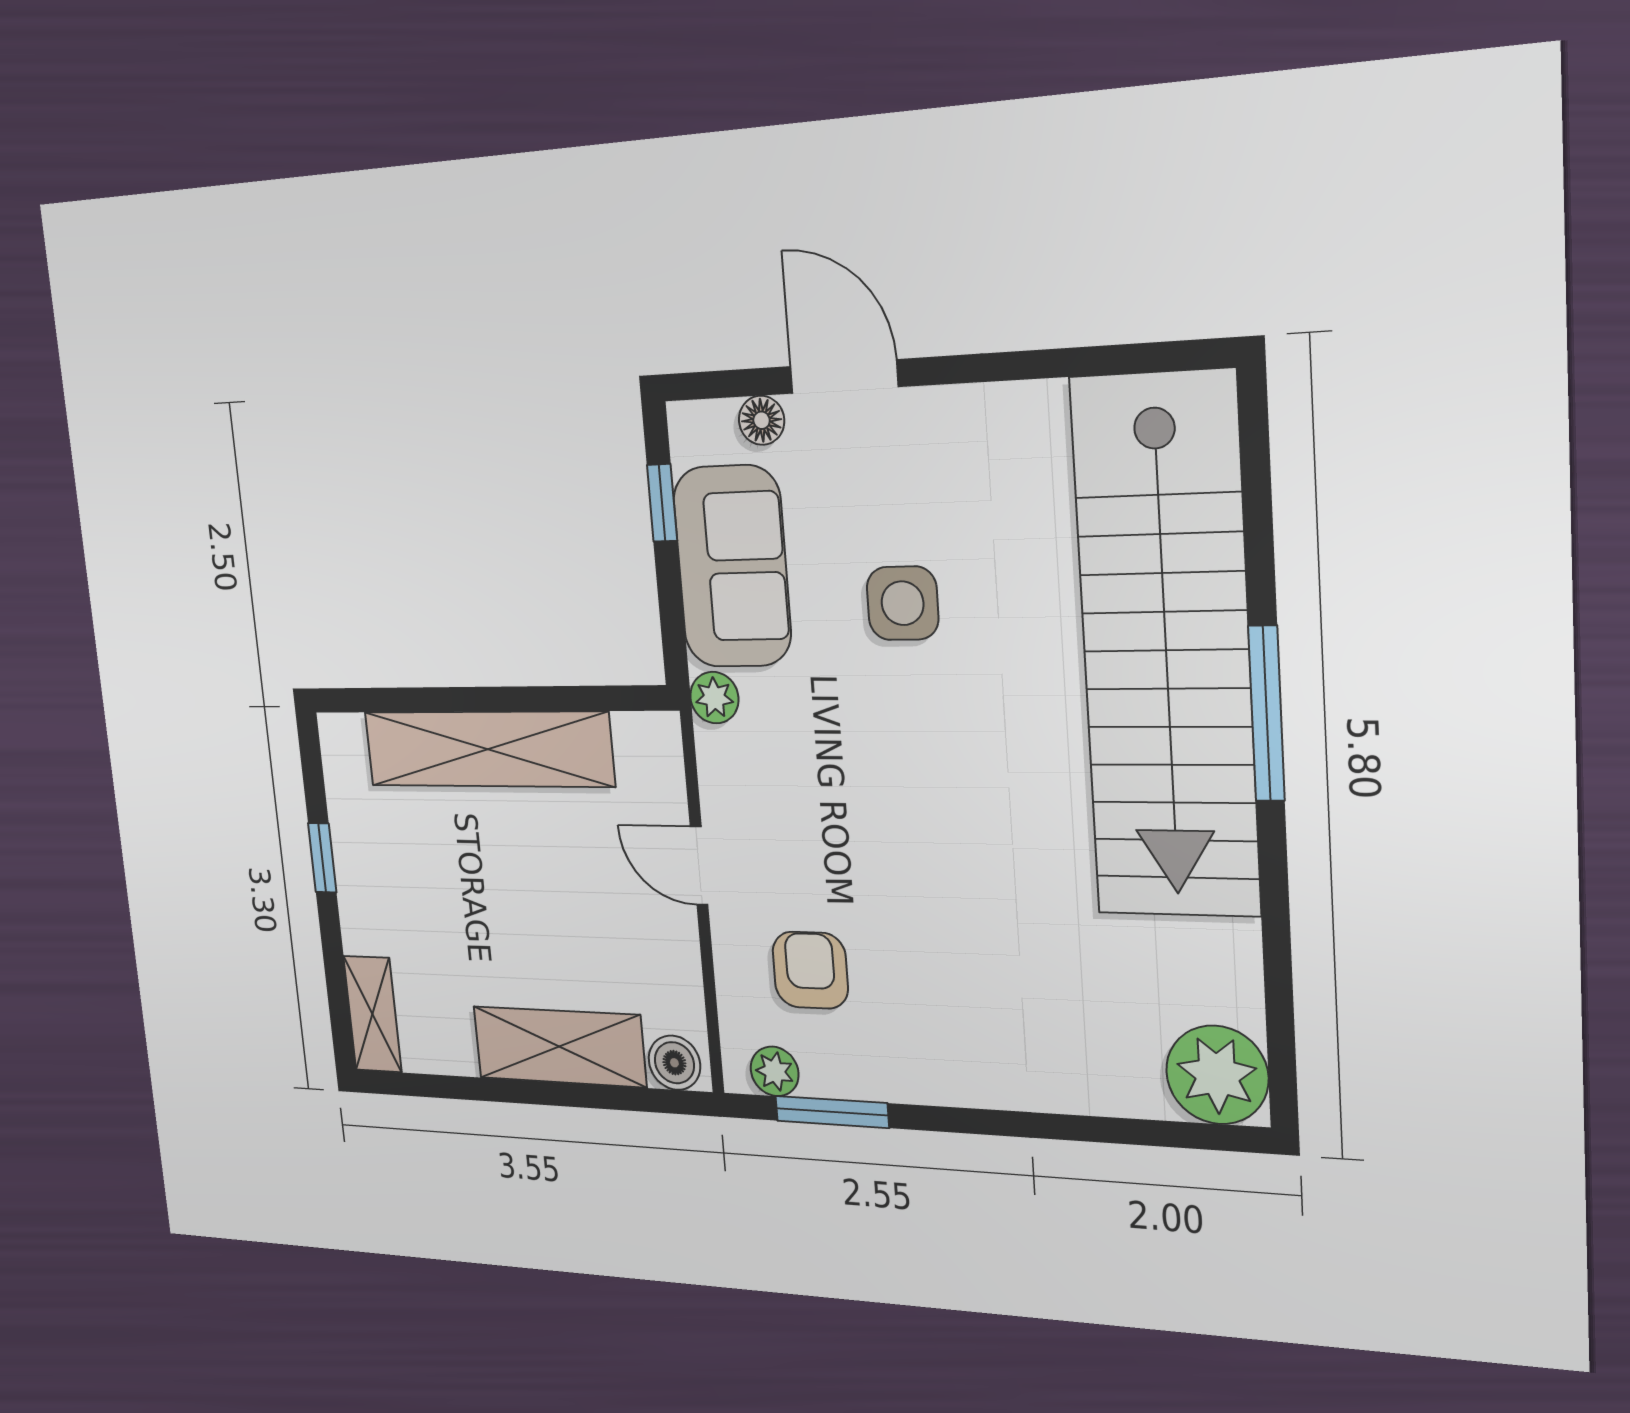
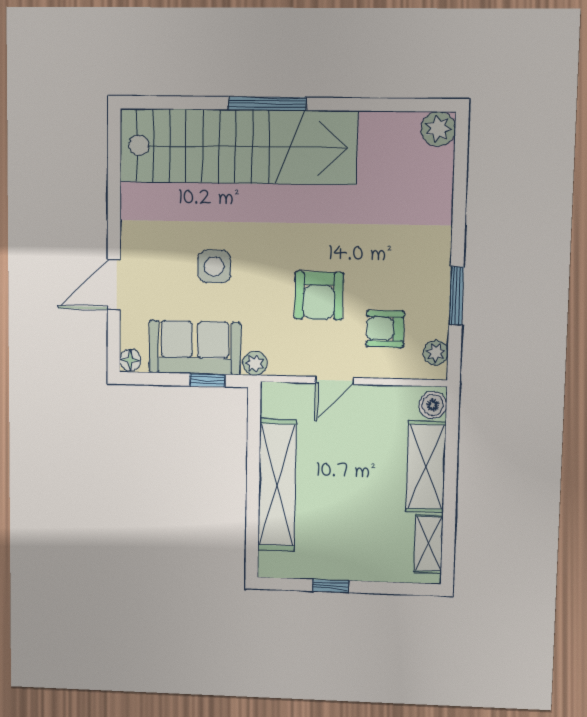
floor lamp: (762, 420) -> (130, 360), moved
window: (662, 503) -> (207, 380), moved
armchair: (863, 832) -> (319, 296), added
shelving: (372, 1014) -> (429, 544), moved, turned 90
plant: (1217, 1075) -> (438, 129), width x0.73, depth x0.73
window: (832, 1112) -> (456, 296), moved

